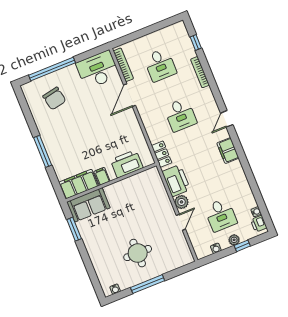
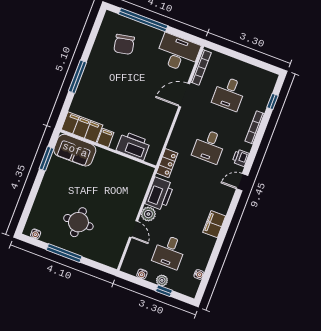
filing cabinet: (228, 151) -> (214, 224), moved
door: (181, 222) -> (134, 229), hinge flipped
printer: (259, 224) -> (241, 158), moved

